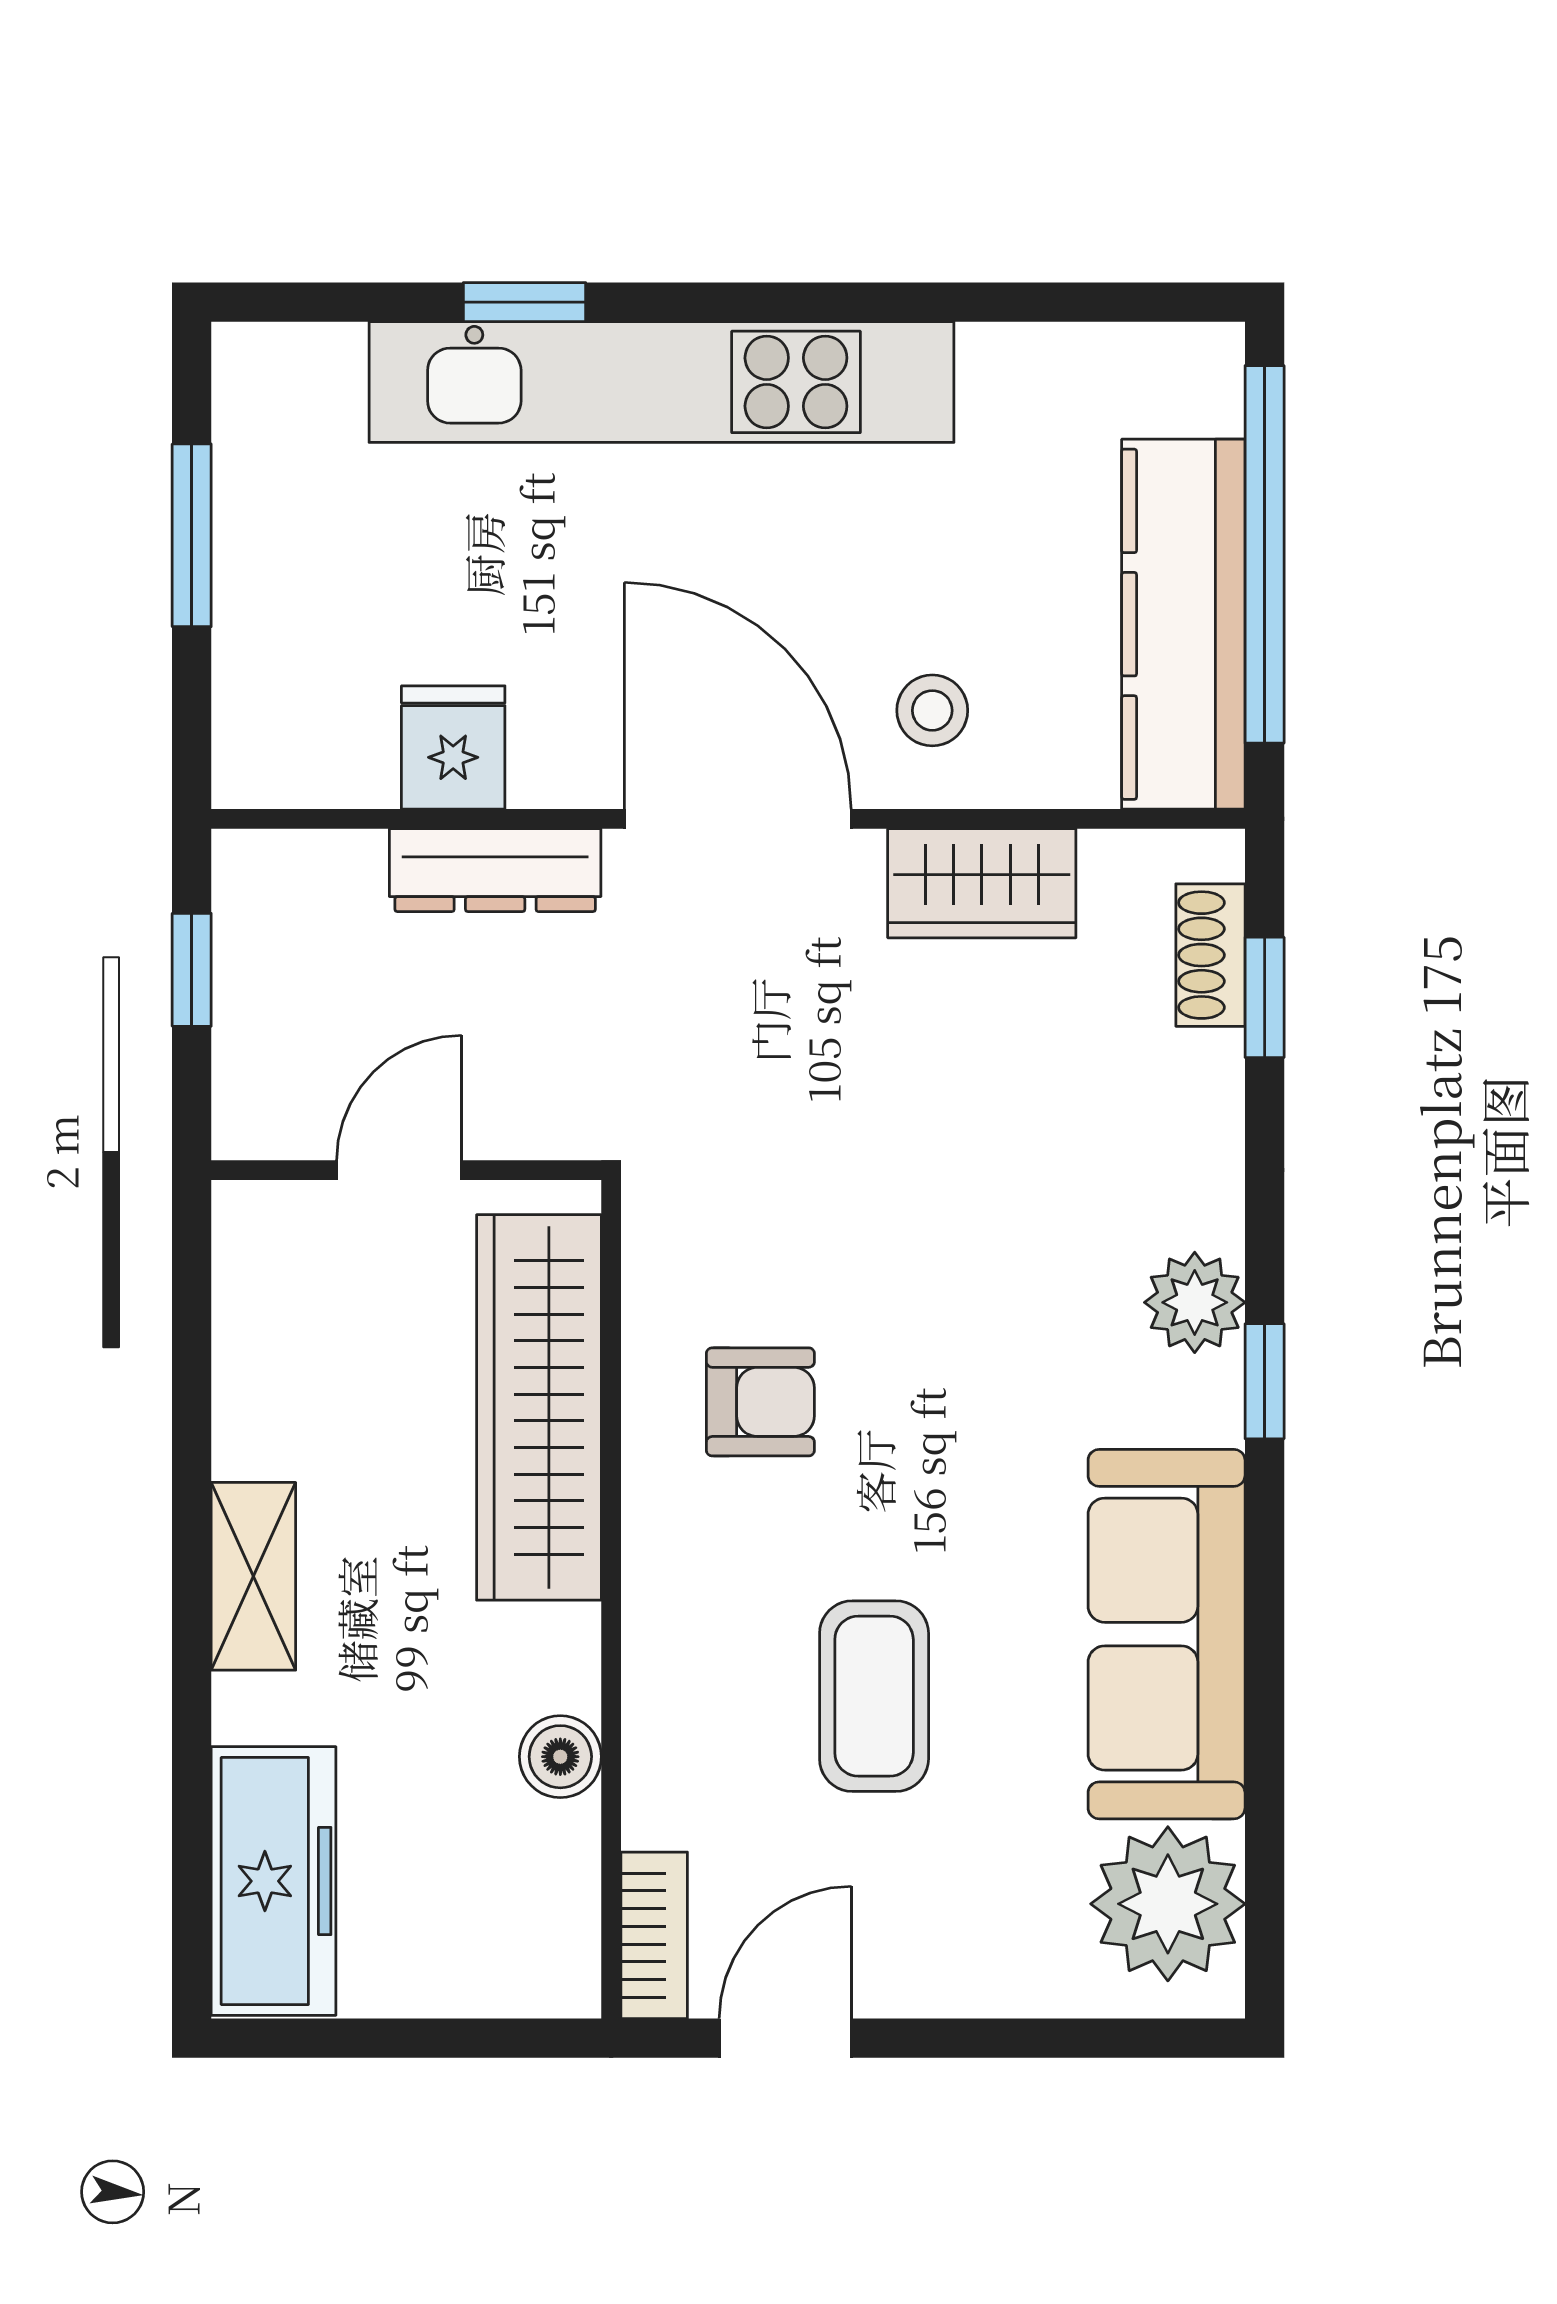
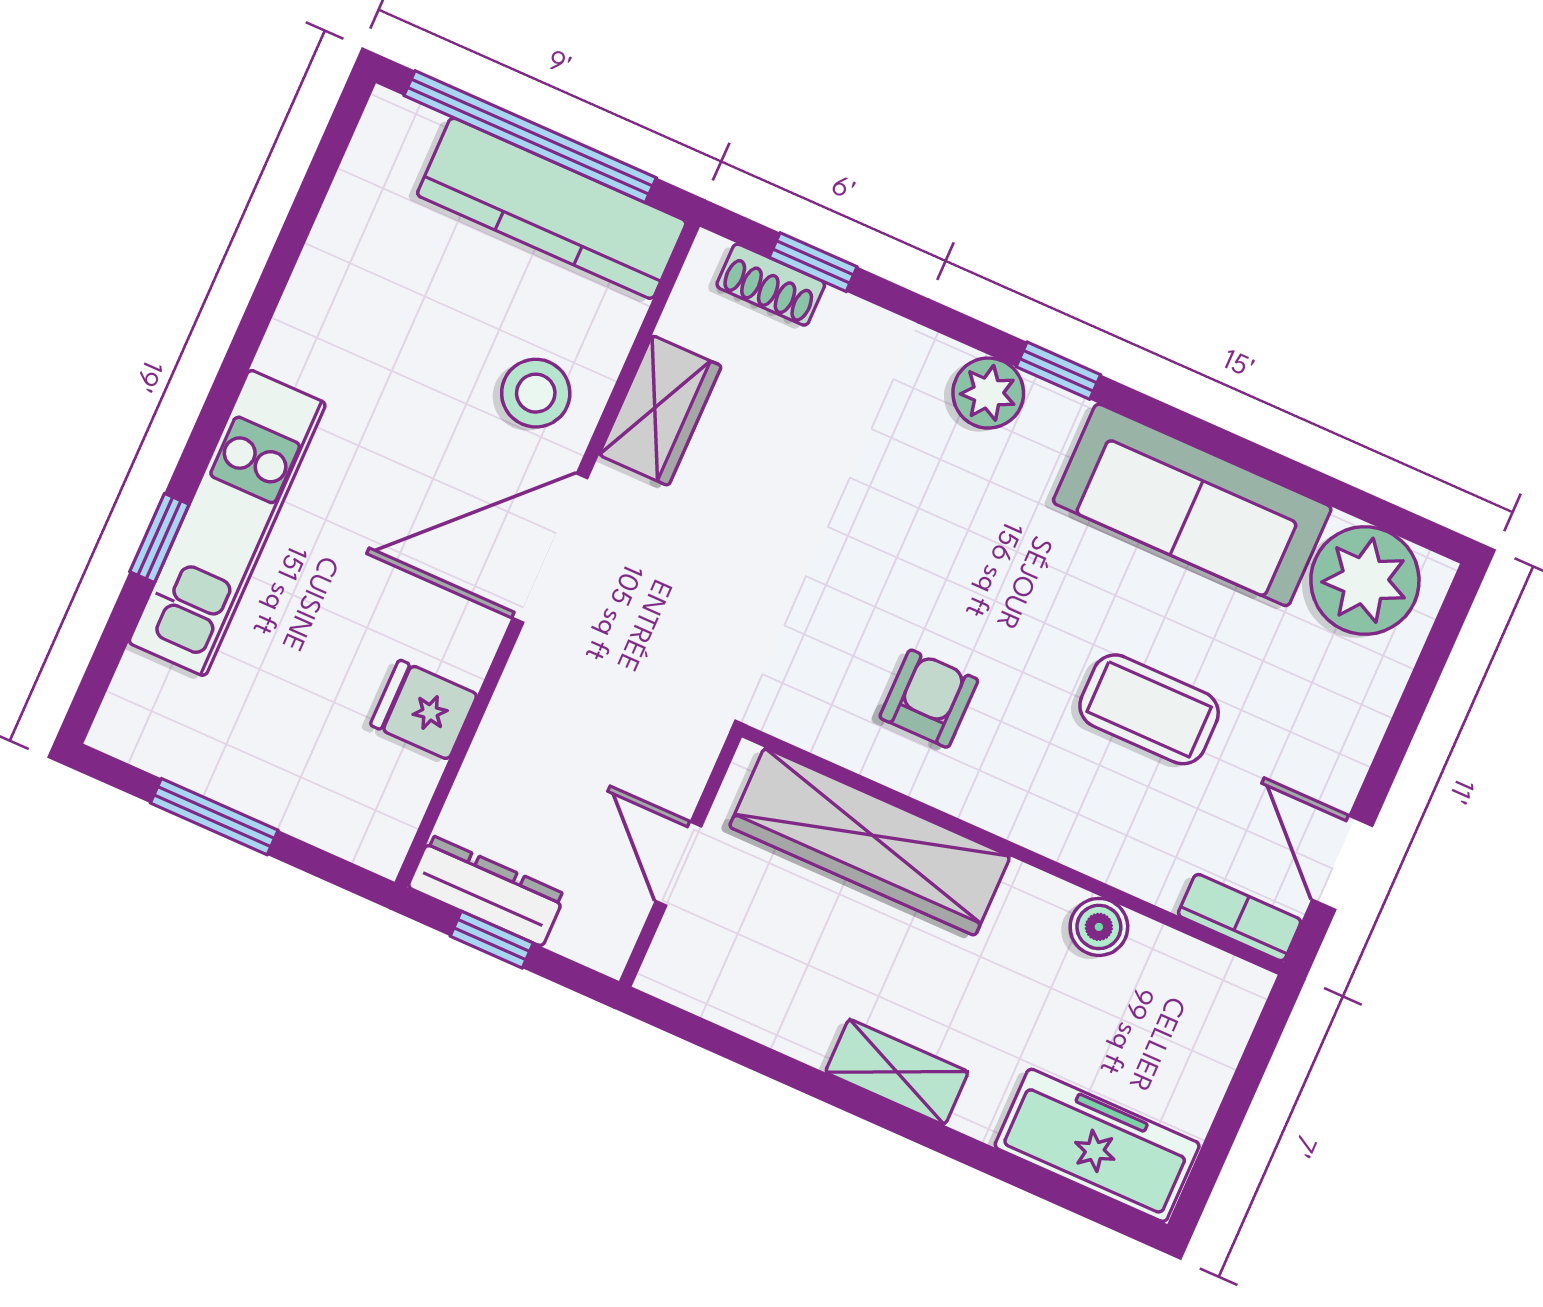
kitchen unit: (661, 382) -> (227, 523), width x0.73
stool: (932, 710) -> (536, 393), width x1.37, depth x1.37
dresser: (495, 870) -> (487, 891), moved, turned -90

